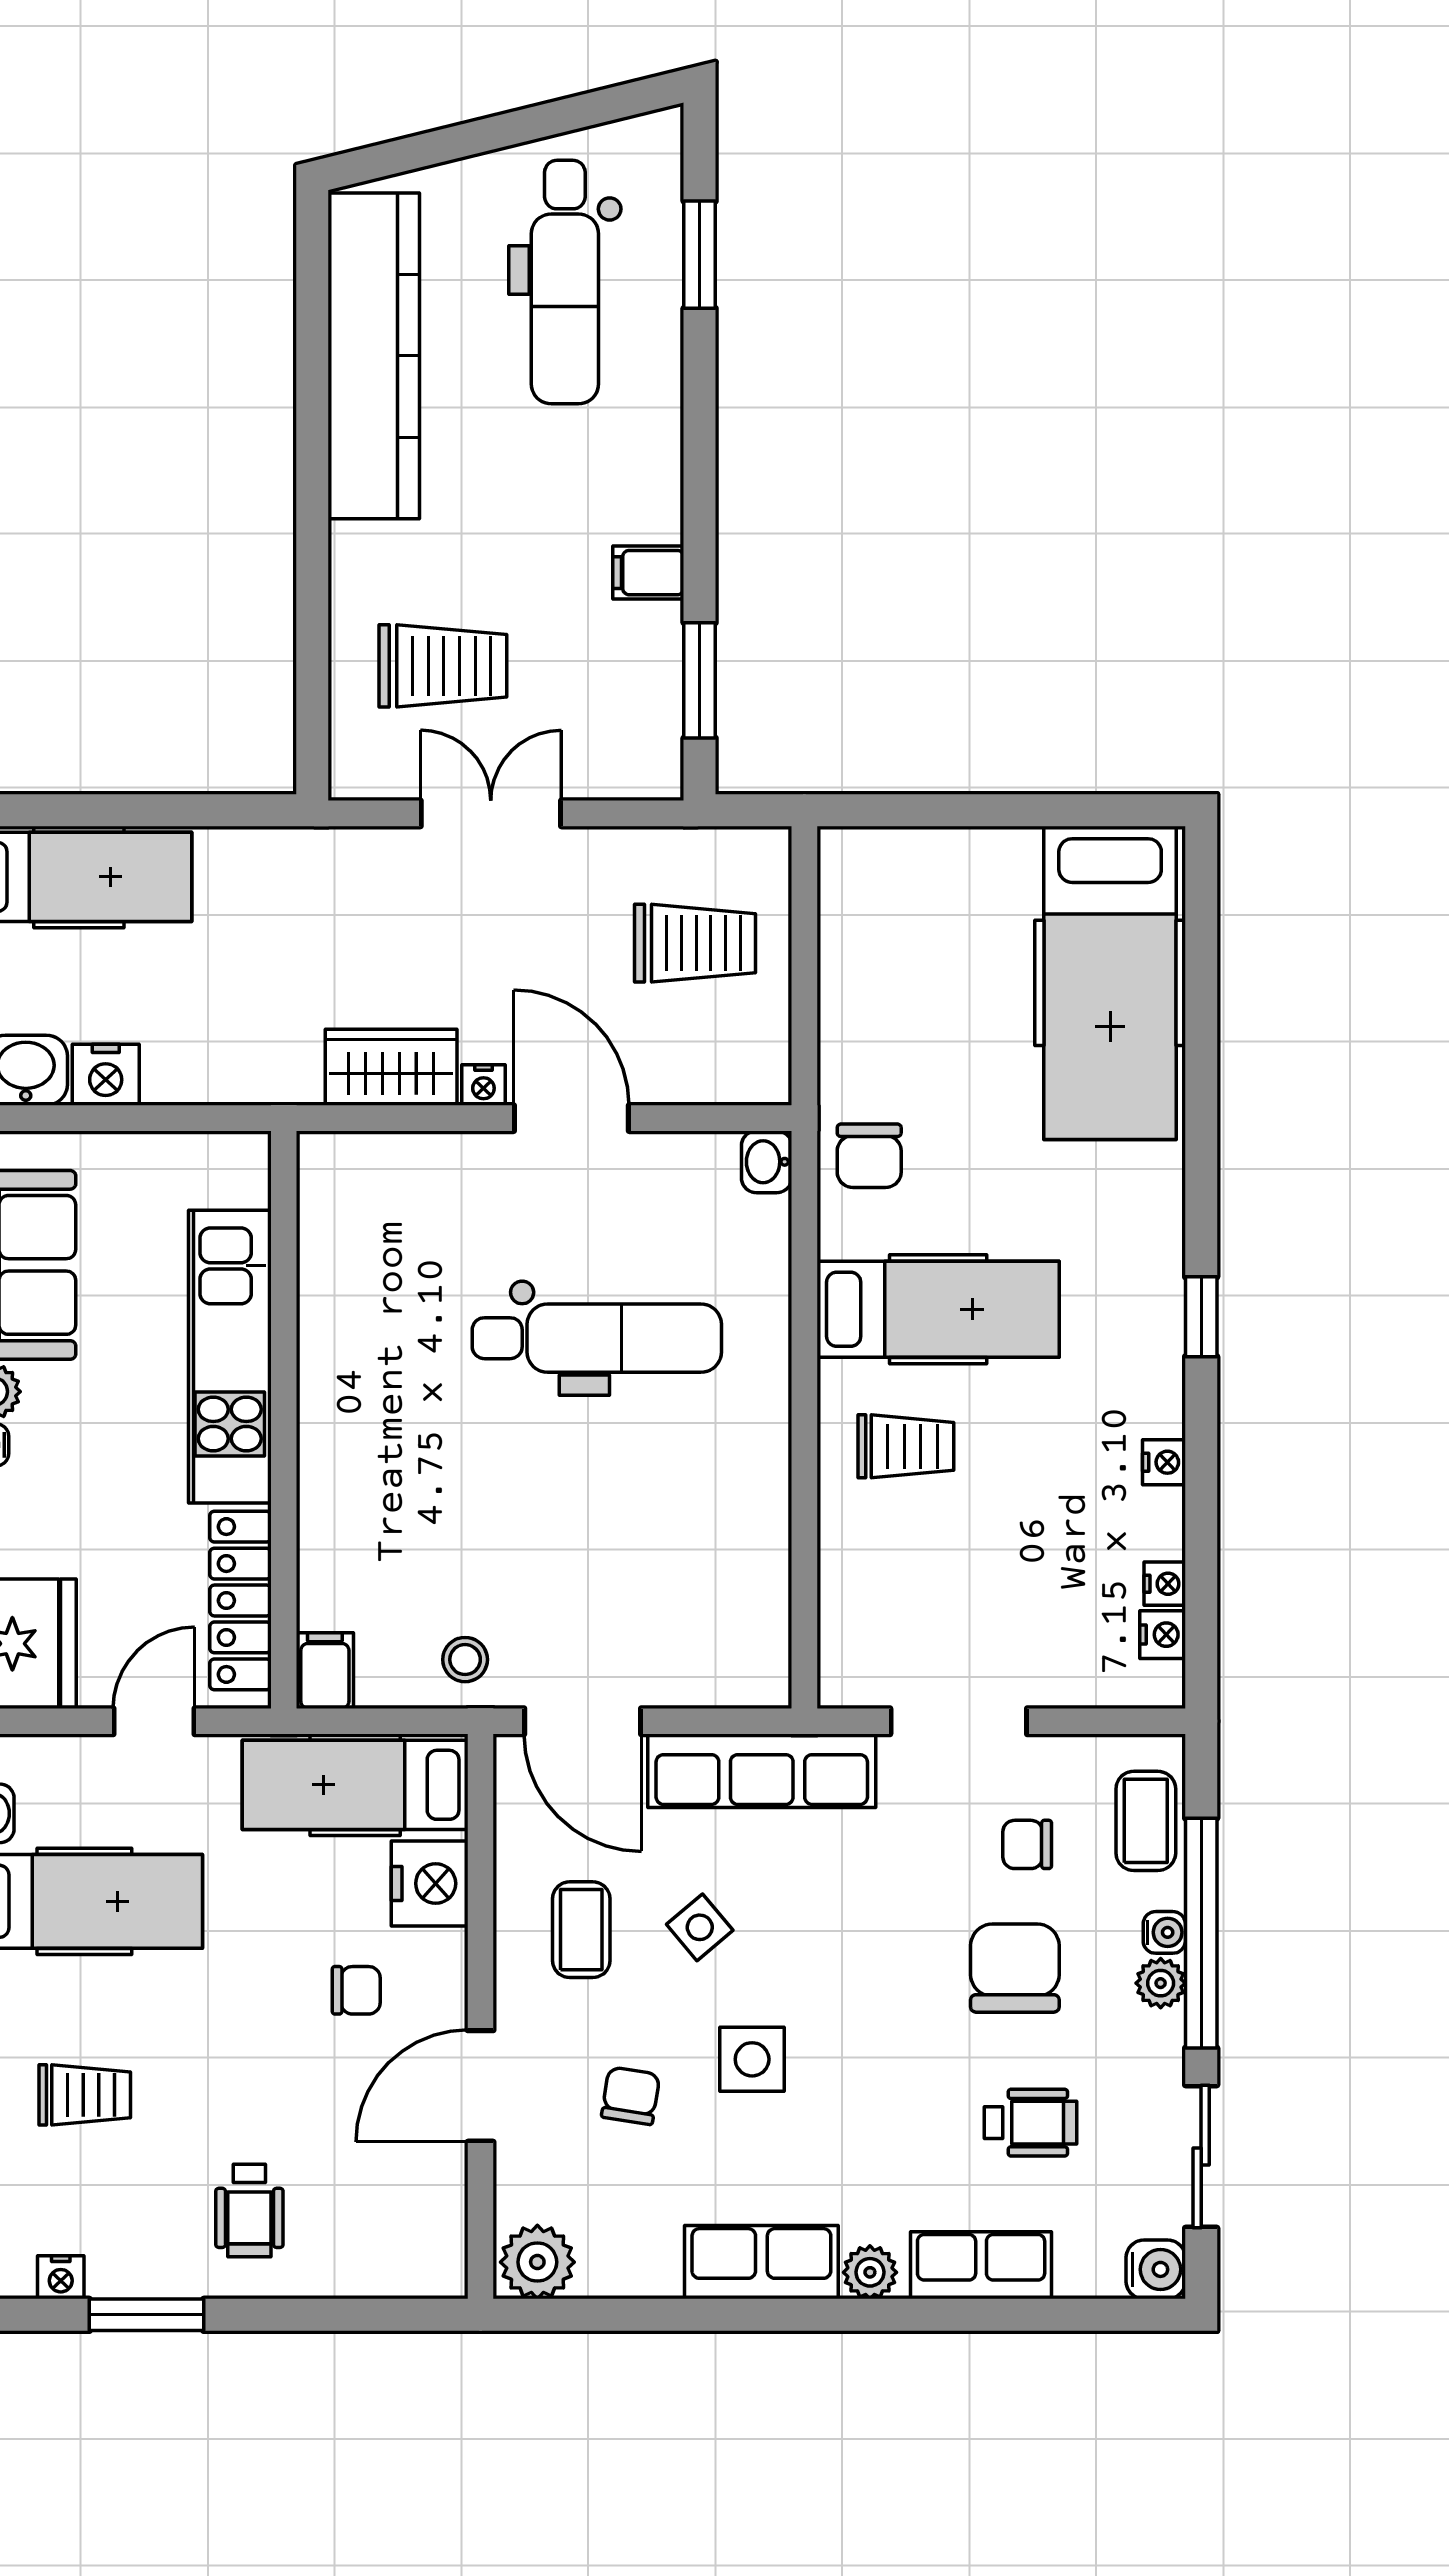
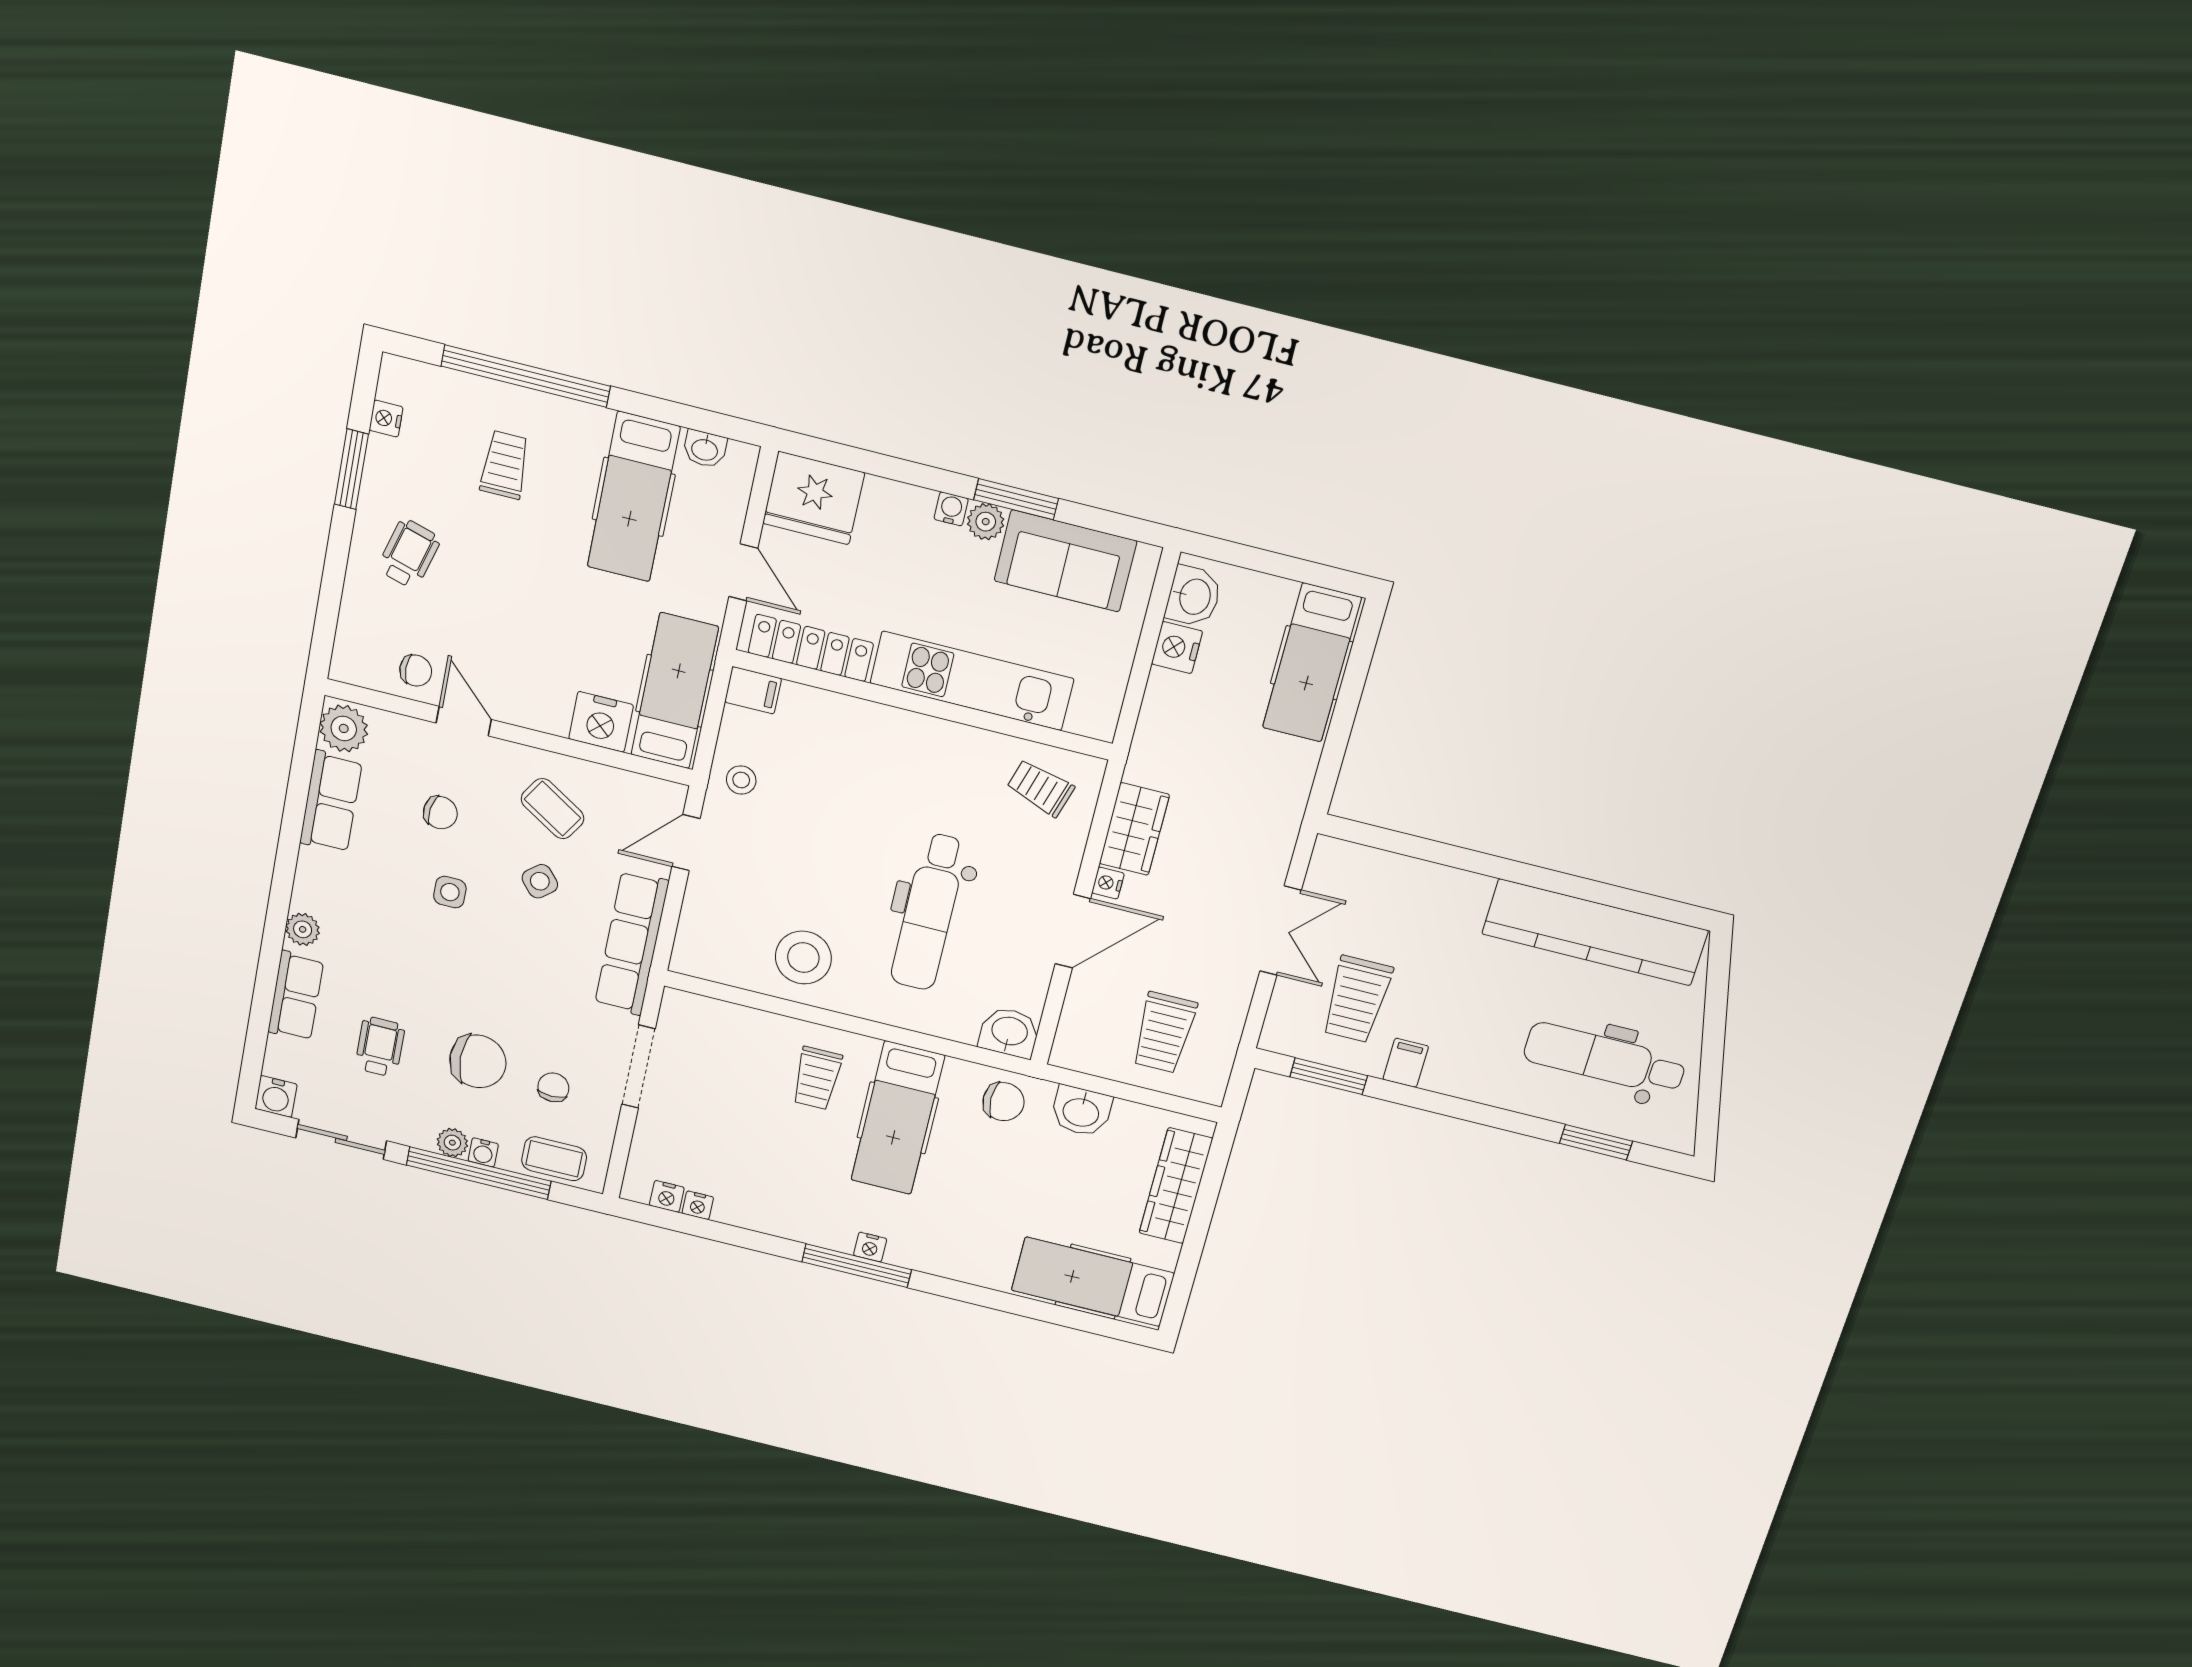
trolley: (443, 666) -> (1357, 999), moved
wardrobe: (937, 862) -> (1176, 1186), added
hospital bed: (1110, 983) -> (1093, 1282), width x0.73, depth x0.78
washbasin: (854, 1035) -> (1081, 1111), added
chair: (869, 1156) -> (1003, 1102), turned 180
washbasin: (767, 1162) -> (1009, 1032), width x1.38, depth x1.45
trolley: (364, 1219) -> (1040, 788), added
window: (1201, 1317) -> (857, 1266), width x2.17
nightstand: (1164, 1462) -> (870, 1247), moved
stool: (717, 1509) -> (803, 958), added
door: (583, 1721) -> (686, 843), width x0.73
coffee table: (581, 1930) -> (553, 809), turned 32
chair: (356, 1990) -> (416, 671), moved, turned -90
side table: (752, 2059) -> (450, 892), width x0.73, depth x0.73
door: (481, 2086) -> (464, 721), width x0.73
trolley: (85, 2095) -> (505, 465), turned 180
wheelchair: (1030, 2123) -> (380, 1047), turned 180
wheelchair: (249, 2210) -> (409, 554), turned 106
row of seats: (761, 2262) -> (331, 802), moved

